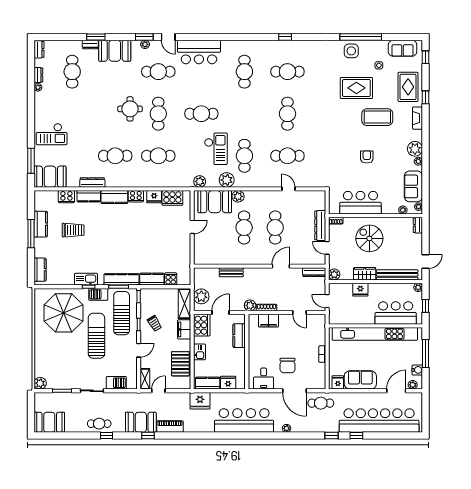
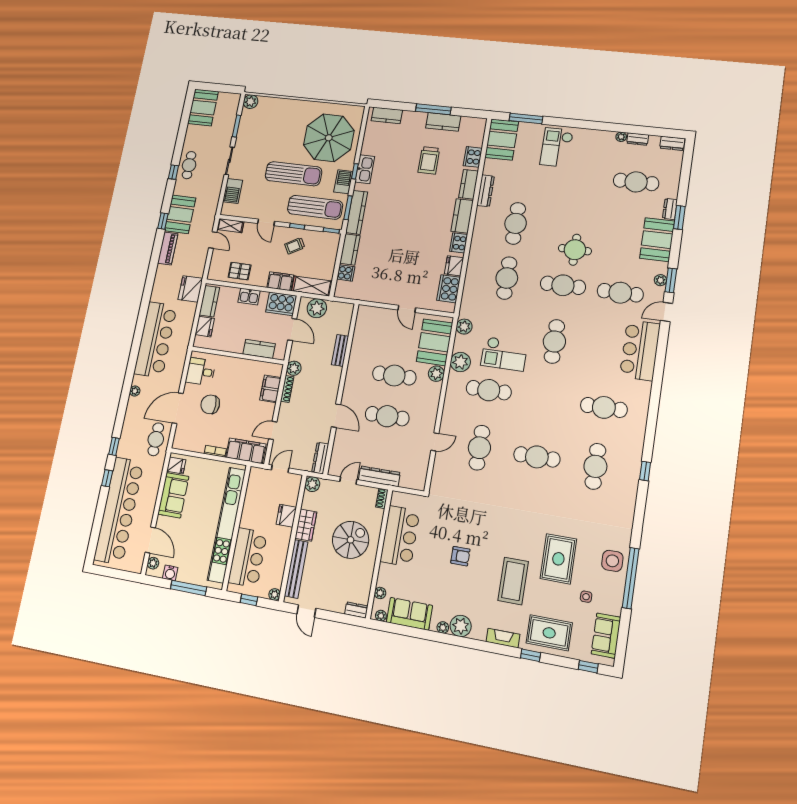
cafe table: (158, 72) -> (620, 293), turned 90
filing cabinet: (318, 330) -> (246, 451), added
pallet: (180, 364) -> (240, 271), width x0.67, depth x0.71

